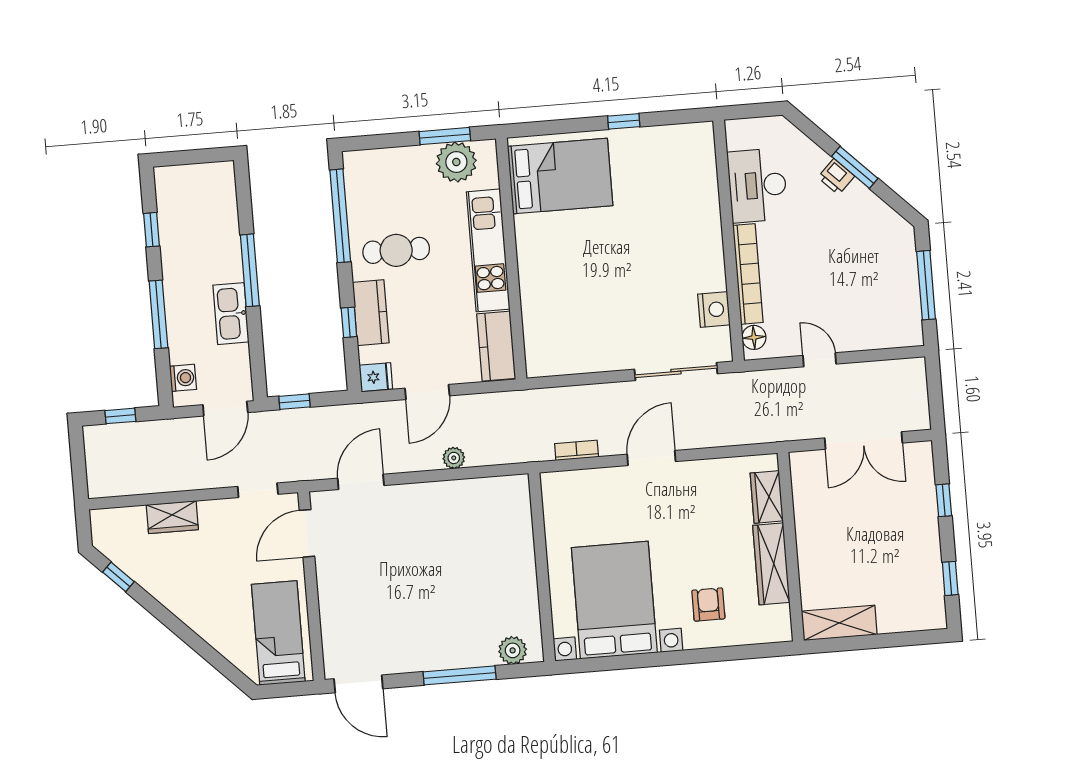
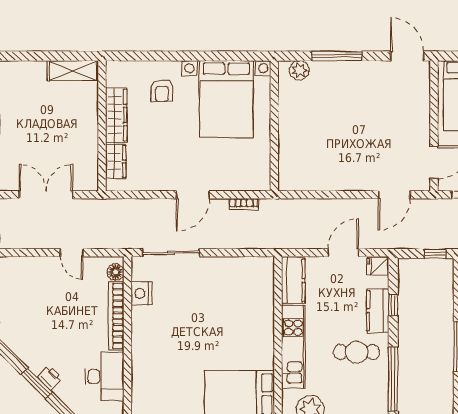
plant: (454, 458) -> (329, 206), removed

